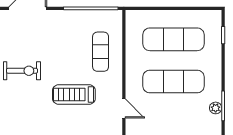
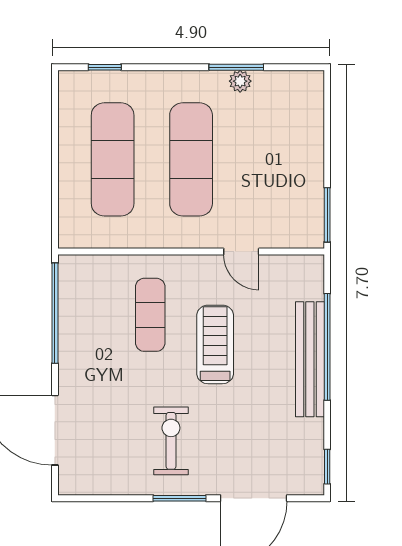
exercise mat: (101, 52) -> (150, 315), moved, turned 90
treadmill: (74, 94) -> (215, 344), turned 180
door: (124, 109) -> (241, 252), swing flipped

